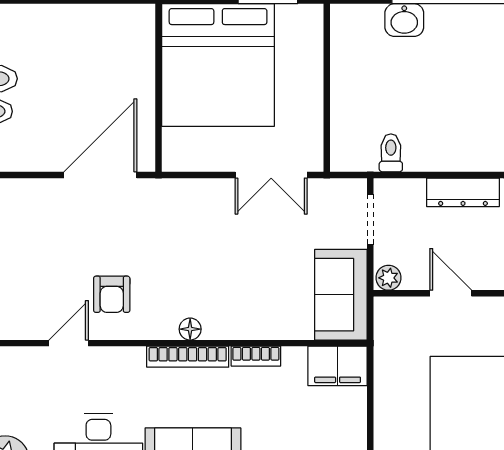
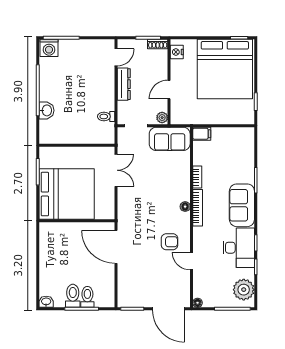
filing cabinet: (338, 366) -> (202, 134), width x0.50

